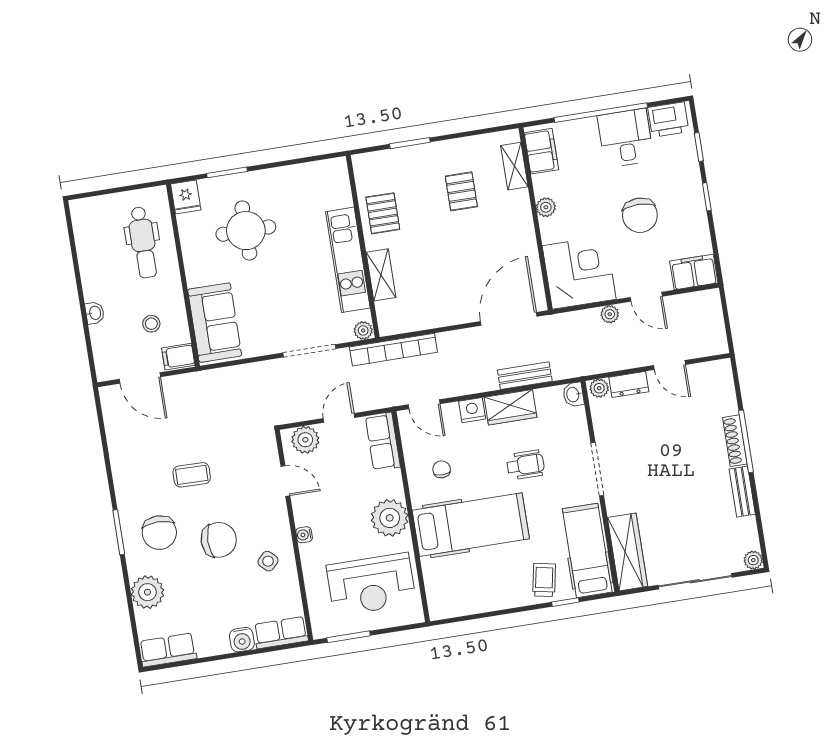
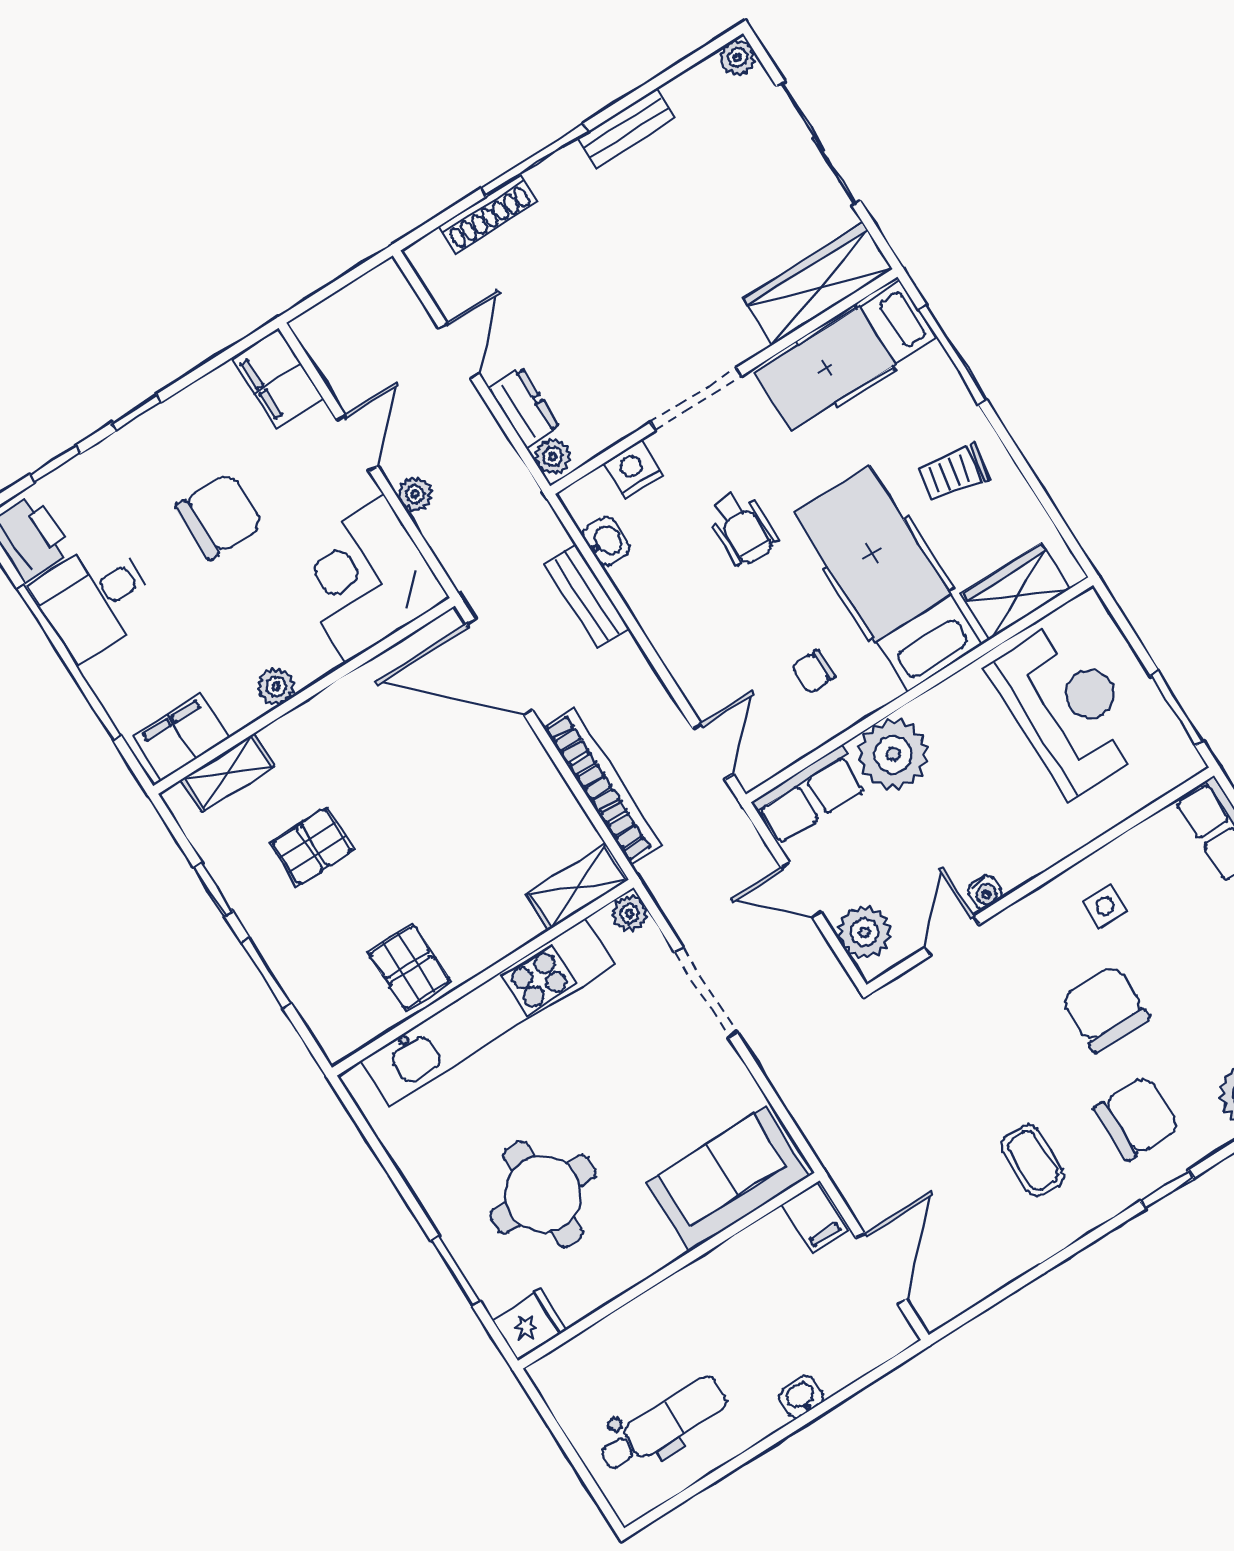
window: (461, 135) -> (213, 889), added
pallet: (383, 213) -> (410, 967), turned 90
dental chair: (143, 242) -> (663, 1424), moved
kitchen unit: (348, 260) -> (487, 1013), width x1.36
shelving: (381, 275) -> (578, 887), moved
stool: (151, 324) -> (777, 1289), removed
bookcase: (393, 350) -> (602, 786), moved
washbasin: (573, 395) -> (606, 542), moved, turned -90
wardrobe: (511, 407) -> (1016, 591), moved, turned -90
nightstand: (472, 410) -> (633, 469), moved, turned 90
shoe rack: (735, 441) -> (488, 214), moved
wheelchair: (525, 465) -> (742, 528), turned 180
coffee table: (192, 475) -> (1033, 1161), moved
plant: (390, 518) -> (893, 754), moved
window: (119, 532) -> (1167, 1189), width x0.67
water cooler: (304, 535) -> (985, 892), moved
side table: (268, 561) -> (1105, 906), turned 45
trolley: (544, 580) -> (953, 472), moved
window: (565, 602) -> (952, 355), width x2.17

